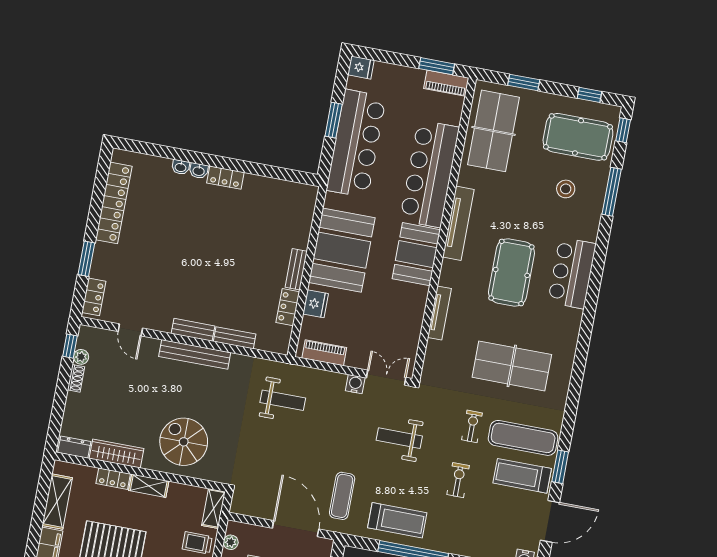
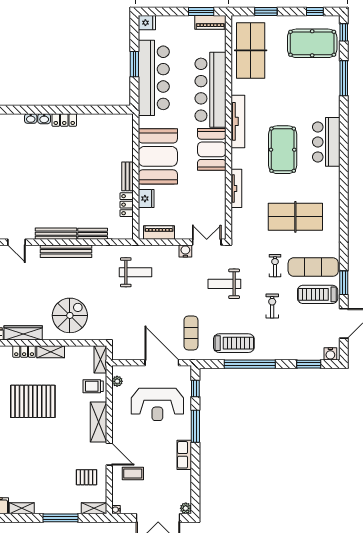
stool: (566, 189) -> (310, 82), removed
bench: (193, 330) -> (56, 234), width x1.36
spiral stairs: (184, 442) -> (70, 315), turned 90

